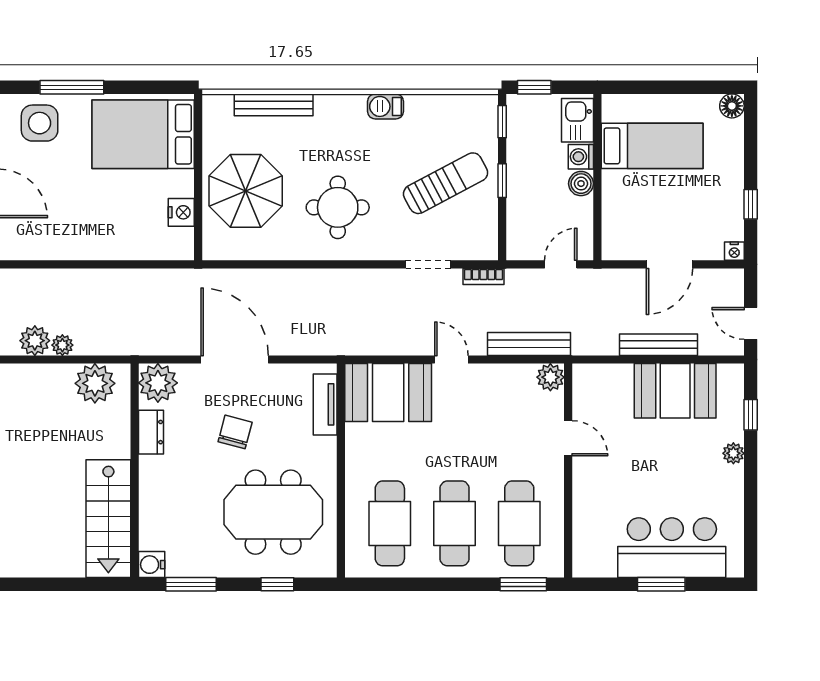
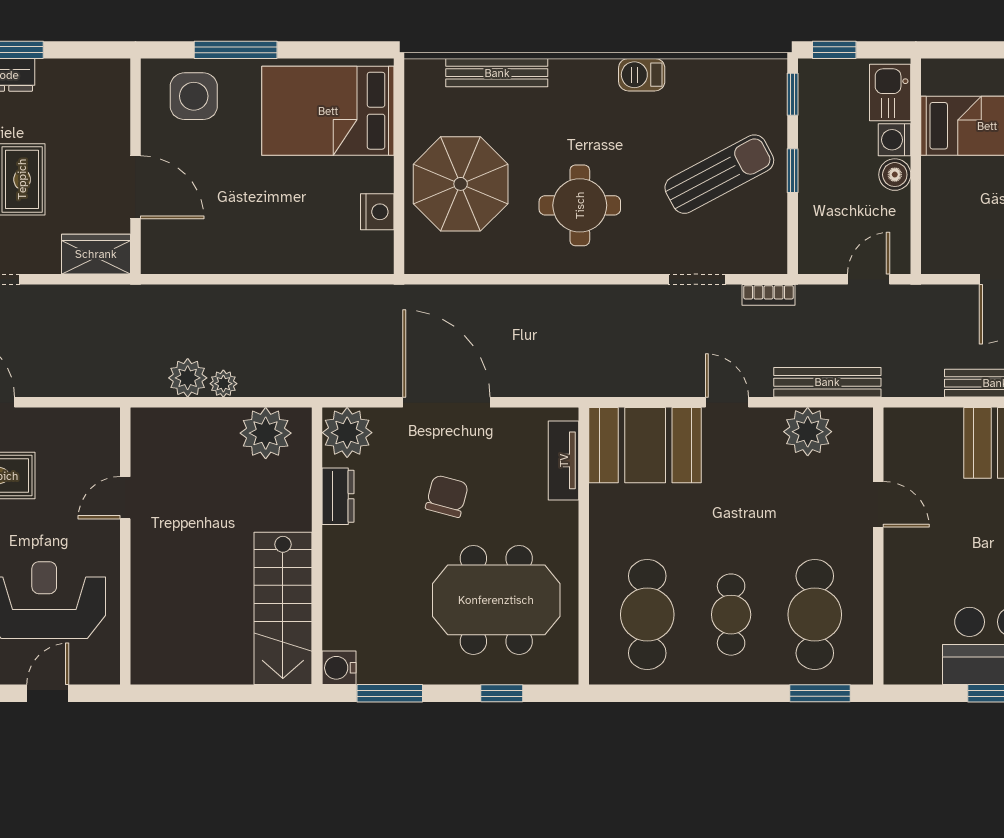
plant: (550, 377) -> (808, 432), moved, width x1.36, depth x1.36
cafe table: (455, 523) -> (731, 615), width x0.73, depth x0.74

